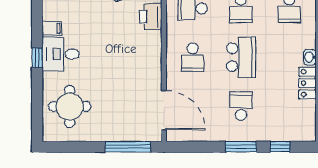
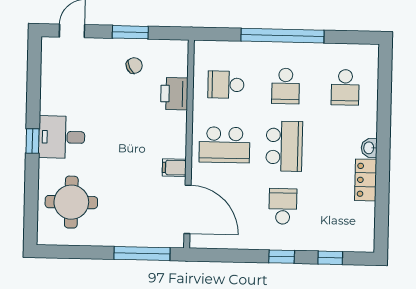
filing cabinet: (52, 28) -> (174, 168), moved, turned 180
school desk: (193, 57) -> (225, 145), width x1.85
window: (241, 147) -> (282, 257), width x0.67

